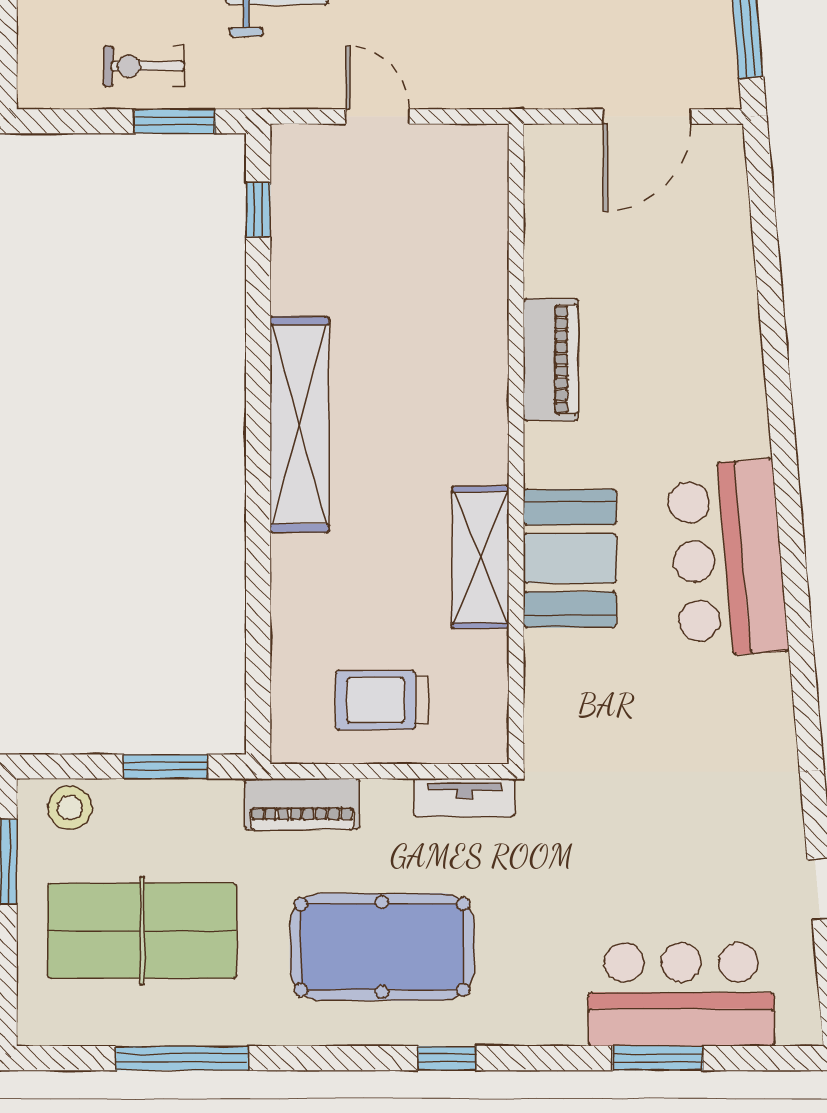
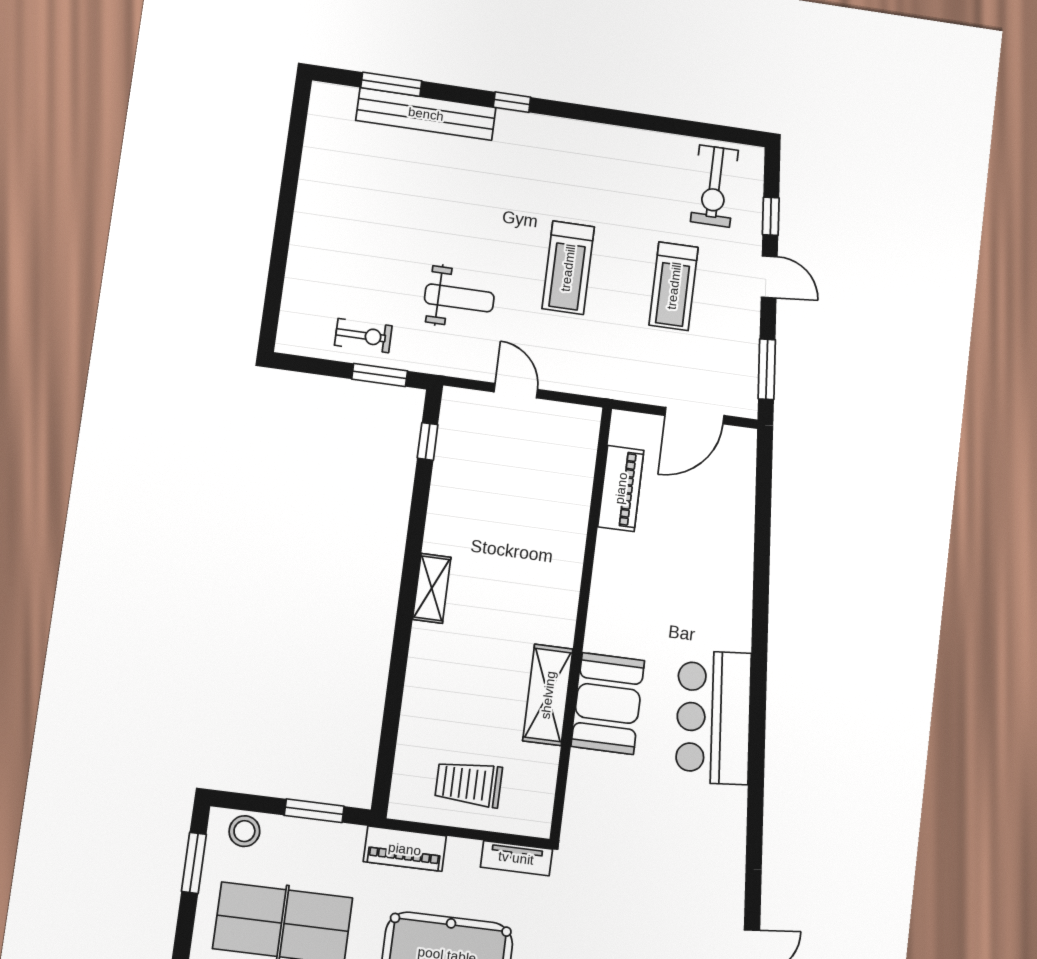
exercise bike: (144, 66) -> (363, 336), turned 180
piano: (551, 359) -> (621, 488), moved
shelving: (299, 424) -> (432, 588), width x0.45, depth x0.75

